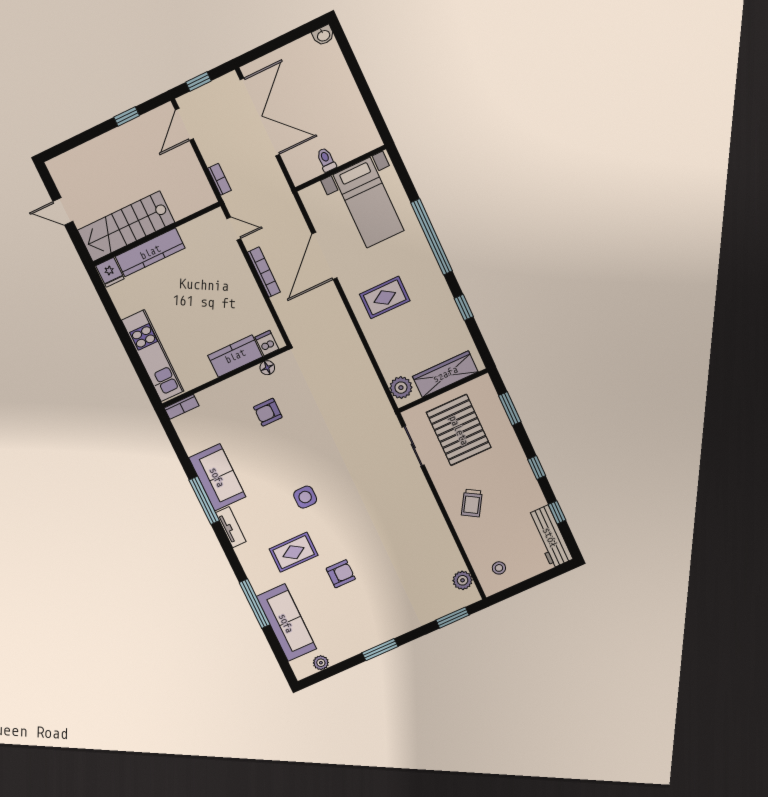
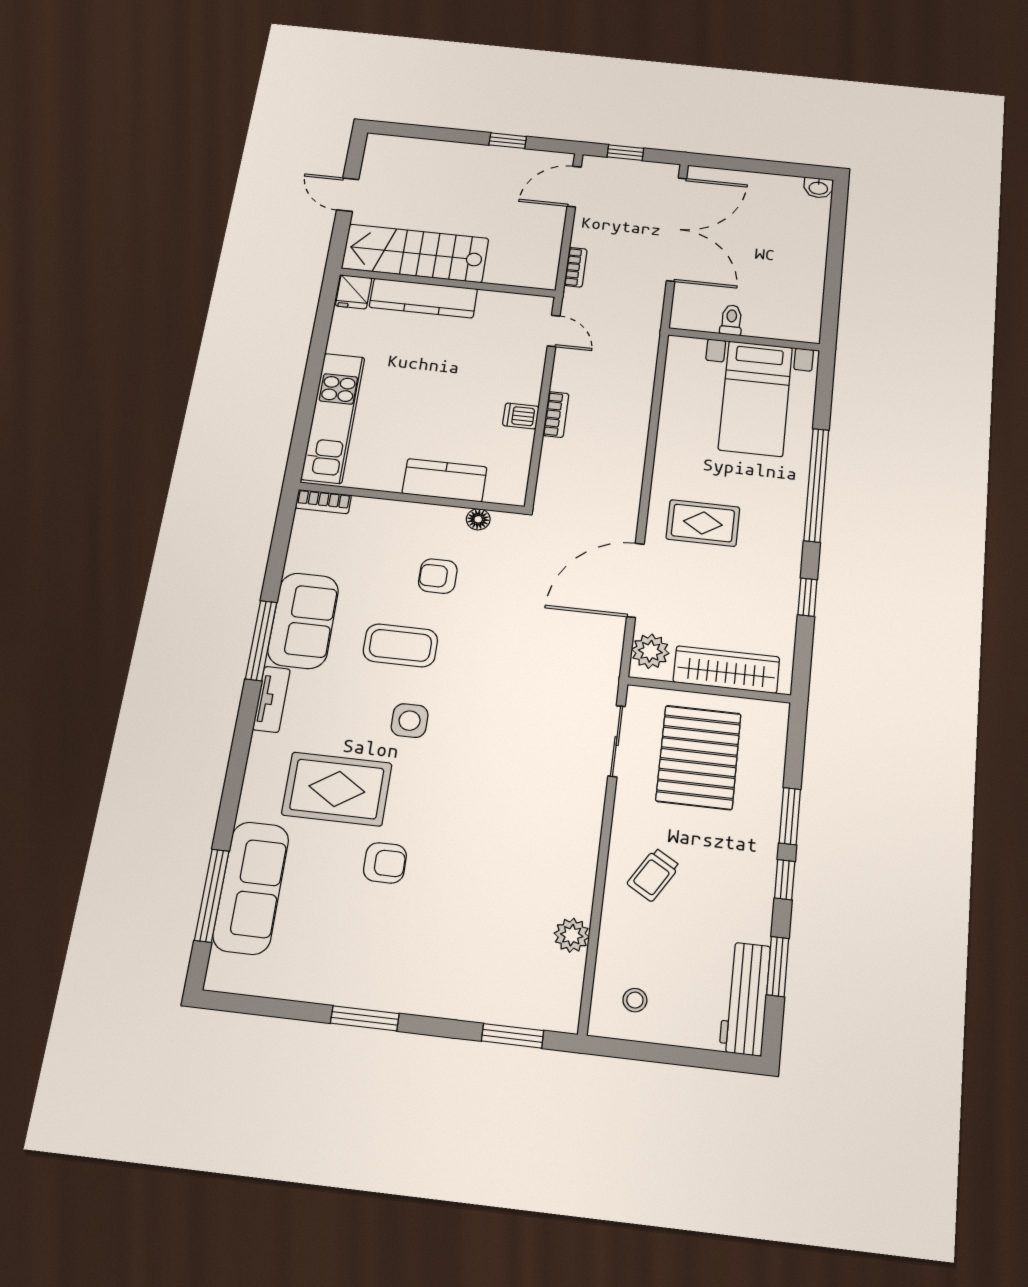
door: (325, 256) -> (635, 580), moved
bookcase: (264, 272) -> (556, 414), width x0.64
dishwasher: (267, 343) -> (521, 416), moved, turned -90
window: (510, 409) -> (790, 816), moved
coffee table: (274, 461) -> (400, 645), added
window: (557, 512) -> (778, 967), width x1.50
rug: (294, 552) -> (337, 789), width x1.36, depth x1.43
plant: (463, 580) -> (572, 935), moved
window: (255, 604) -> (212, 895), moved
plant: (321, 663) -> (259, 983), removed

